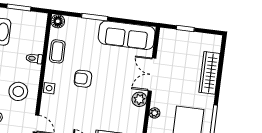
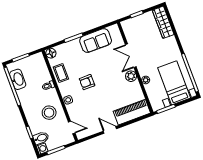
sofa: (127, 35) -> (96, 41), width x0.73
wardrobe: (210, 73) -> (163, 22), moved

